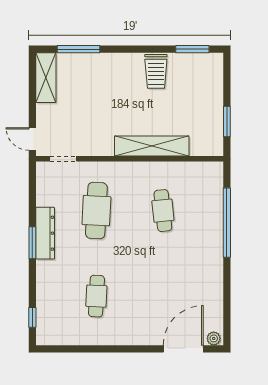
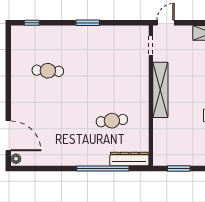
shelving: (152, 146) -> (160, 90), moved
cafe table: (96, 211) -> (112, 71), removed
dresser: (45, 233) -> (129, 159), moved, turned 180

